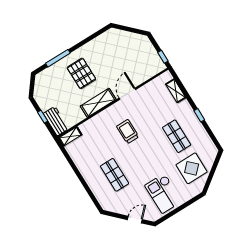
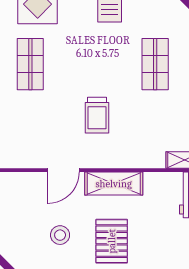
stool: (109, 60) -> (60, 235), added

